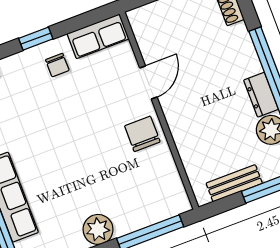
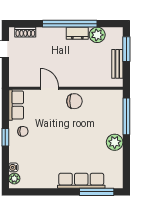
chair: (142, 134) -> (74, 101), turned 180

